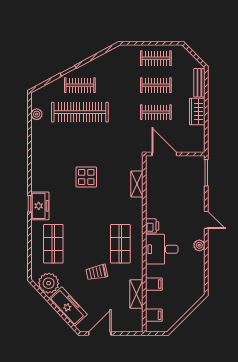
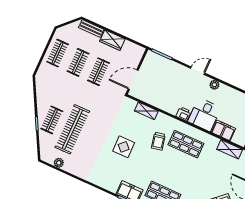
trolley: (97, 272) -> (158, 141), moved
filing cabinet: (154, 284) -> (223, 130), width x2.00

